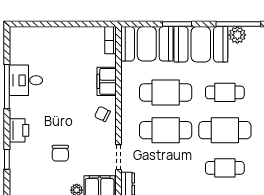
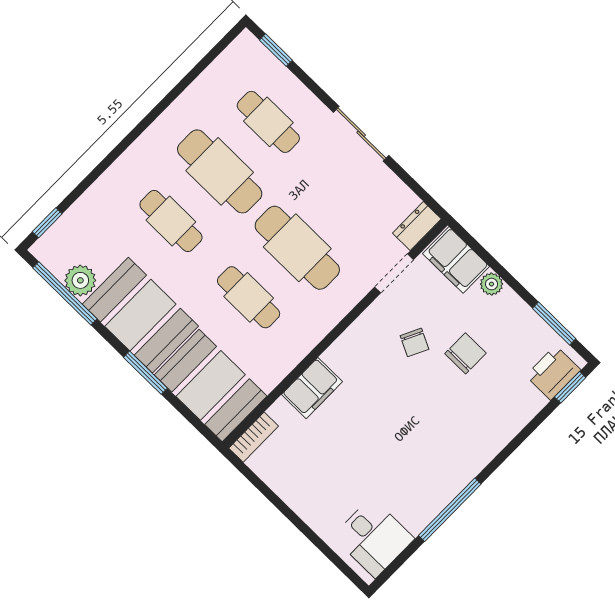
desk: (26, 80) -> (374, 538), moved
cafe table: (166, 92) -> (249, 297), width x0.73, depth x0.74
chair: (102, 114) -> (415, 342), moved
printer: (19, 130) -> (553, 373), moved
window: (7, 159) -> (570, 387), moved

